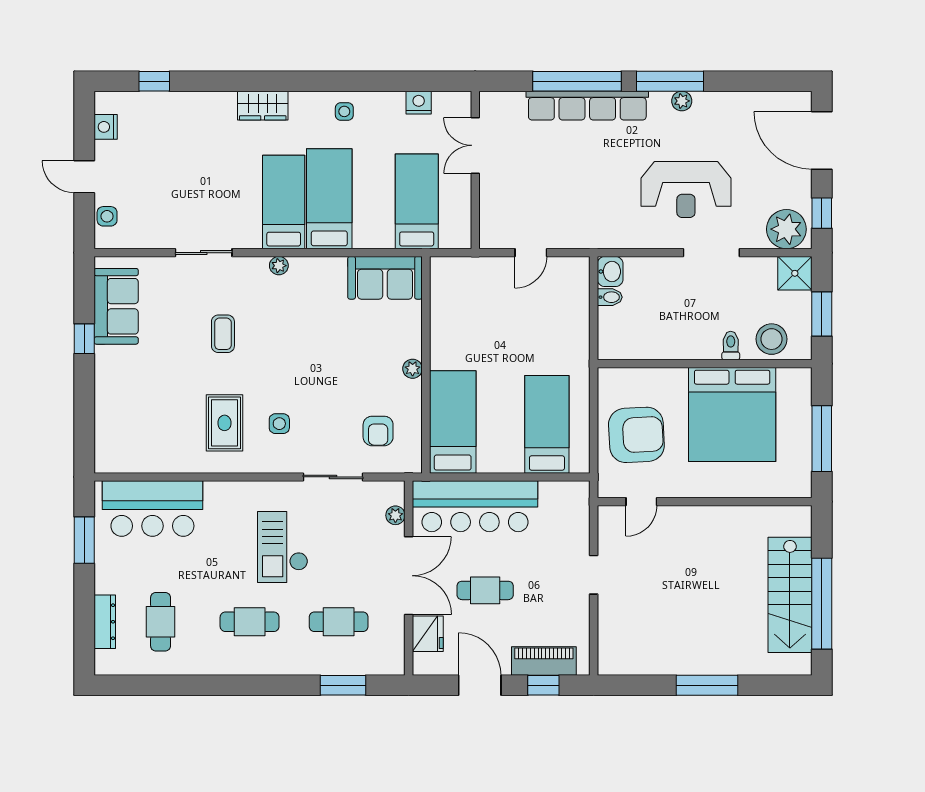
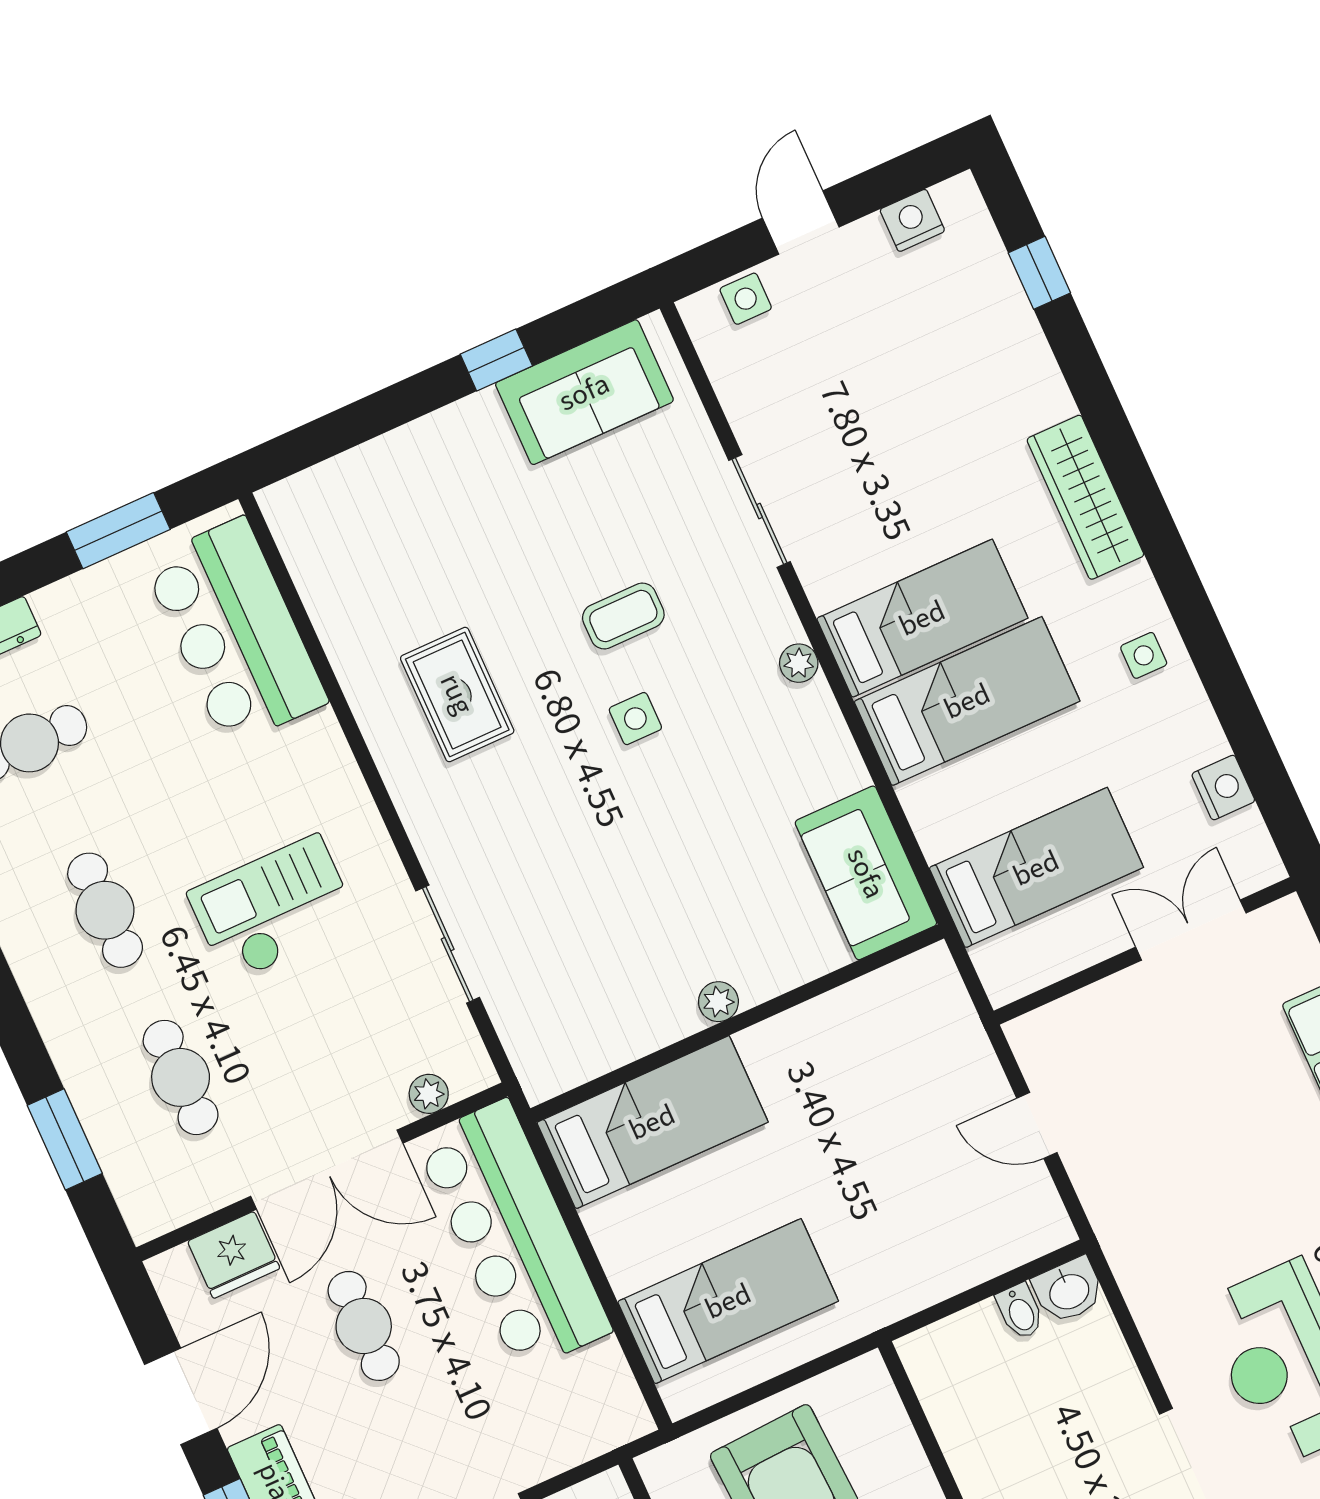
wardrobe: (263, 106) -> (1085, 497), width x1.50
rug: (224, 423) -> (457, 694), turned 90
side table: (279, 424) -> (635, 719), moved
armchair: (378, 431) -> (572, 990), removed

